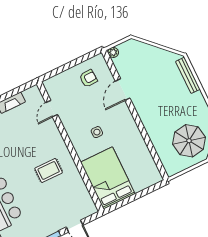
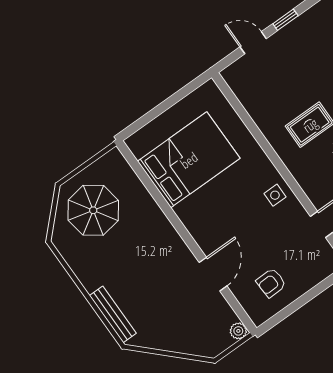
side table: (97, 132) -> (275, 195), moved
bed: (108, 178) -> (189, 160), moved, turned -90

